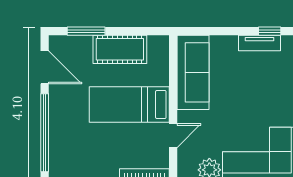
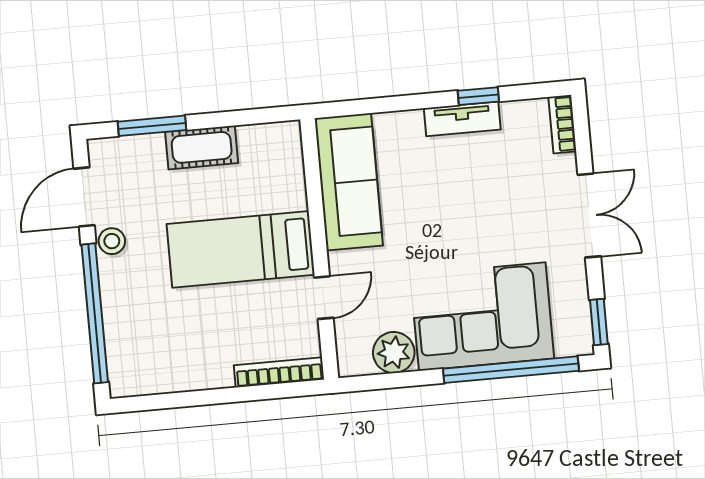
cot: (120, 49) -> (202, 147), width x0.73, depth x0.75
door: (45, 67) -> (84, 197), swing flipped
stool: (58, 93) -> (112, 241), added

